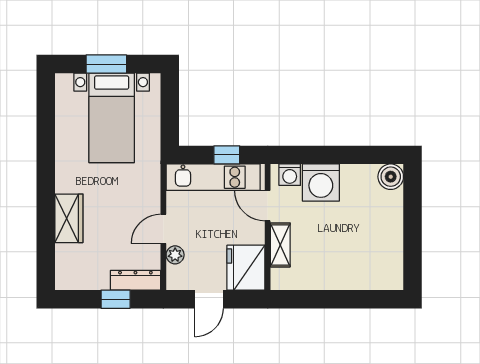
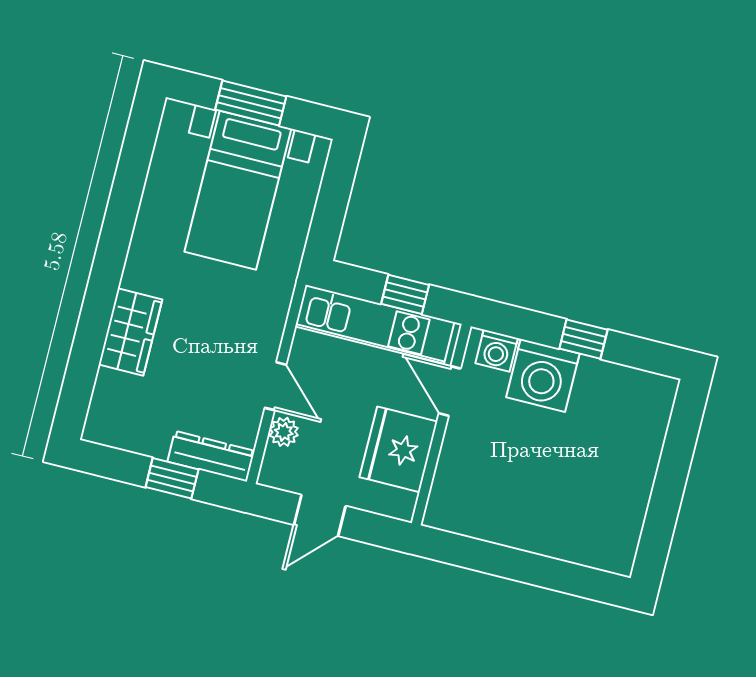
window: (340, 155) -> (583, 339), added
boiler: (391, 177) -> (656, 394), removed
door: (163, 229) -> (275, 386), swing flipped
shelving: (280, 245) -> (454, 458), removed
fridge: (246, 268) -> (398, 449), moved

